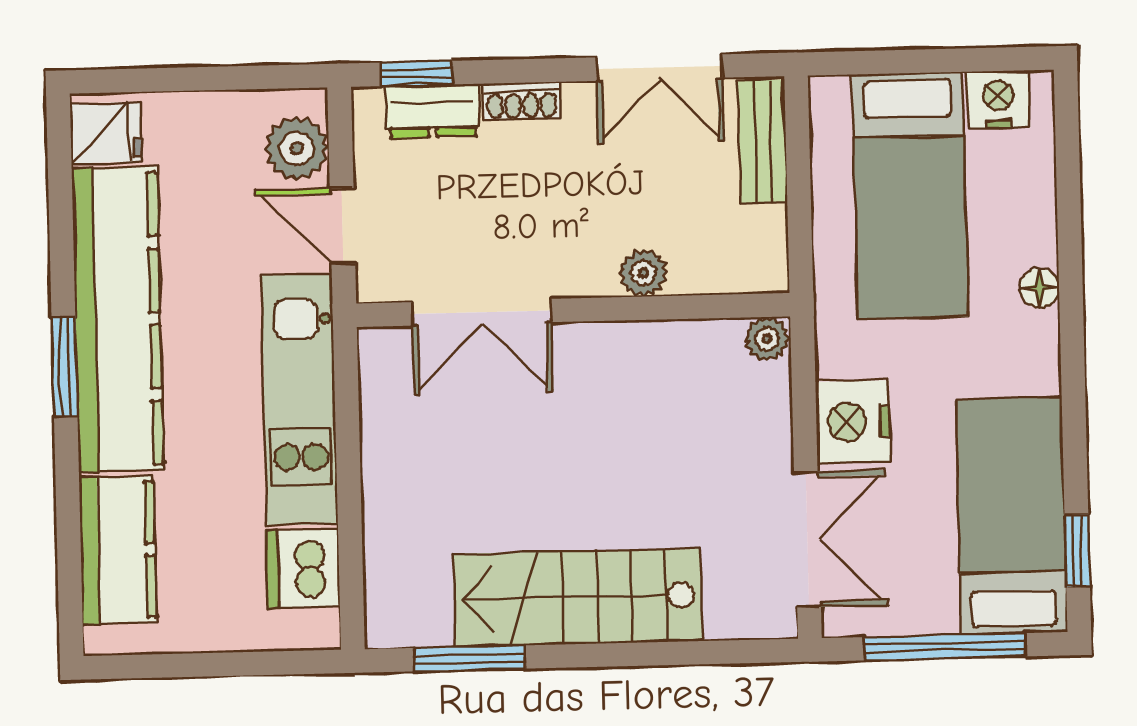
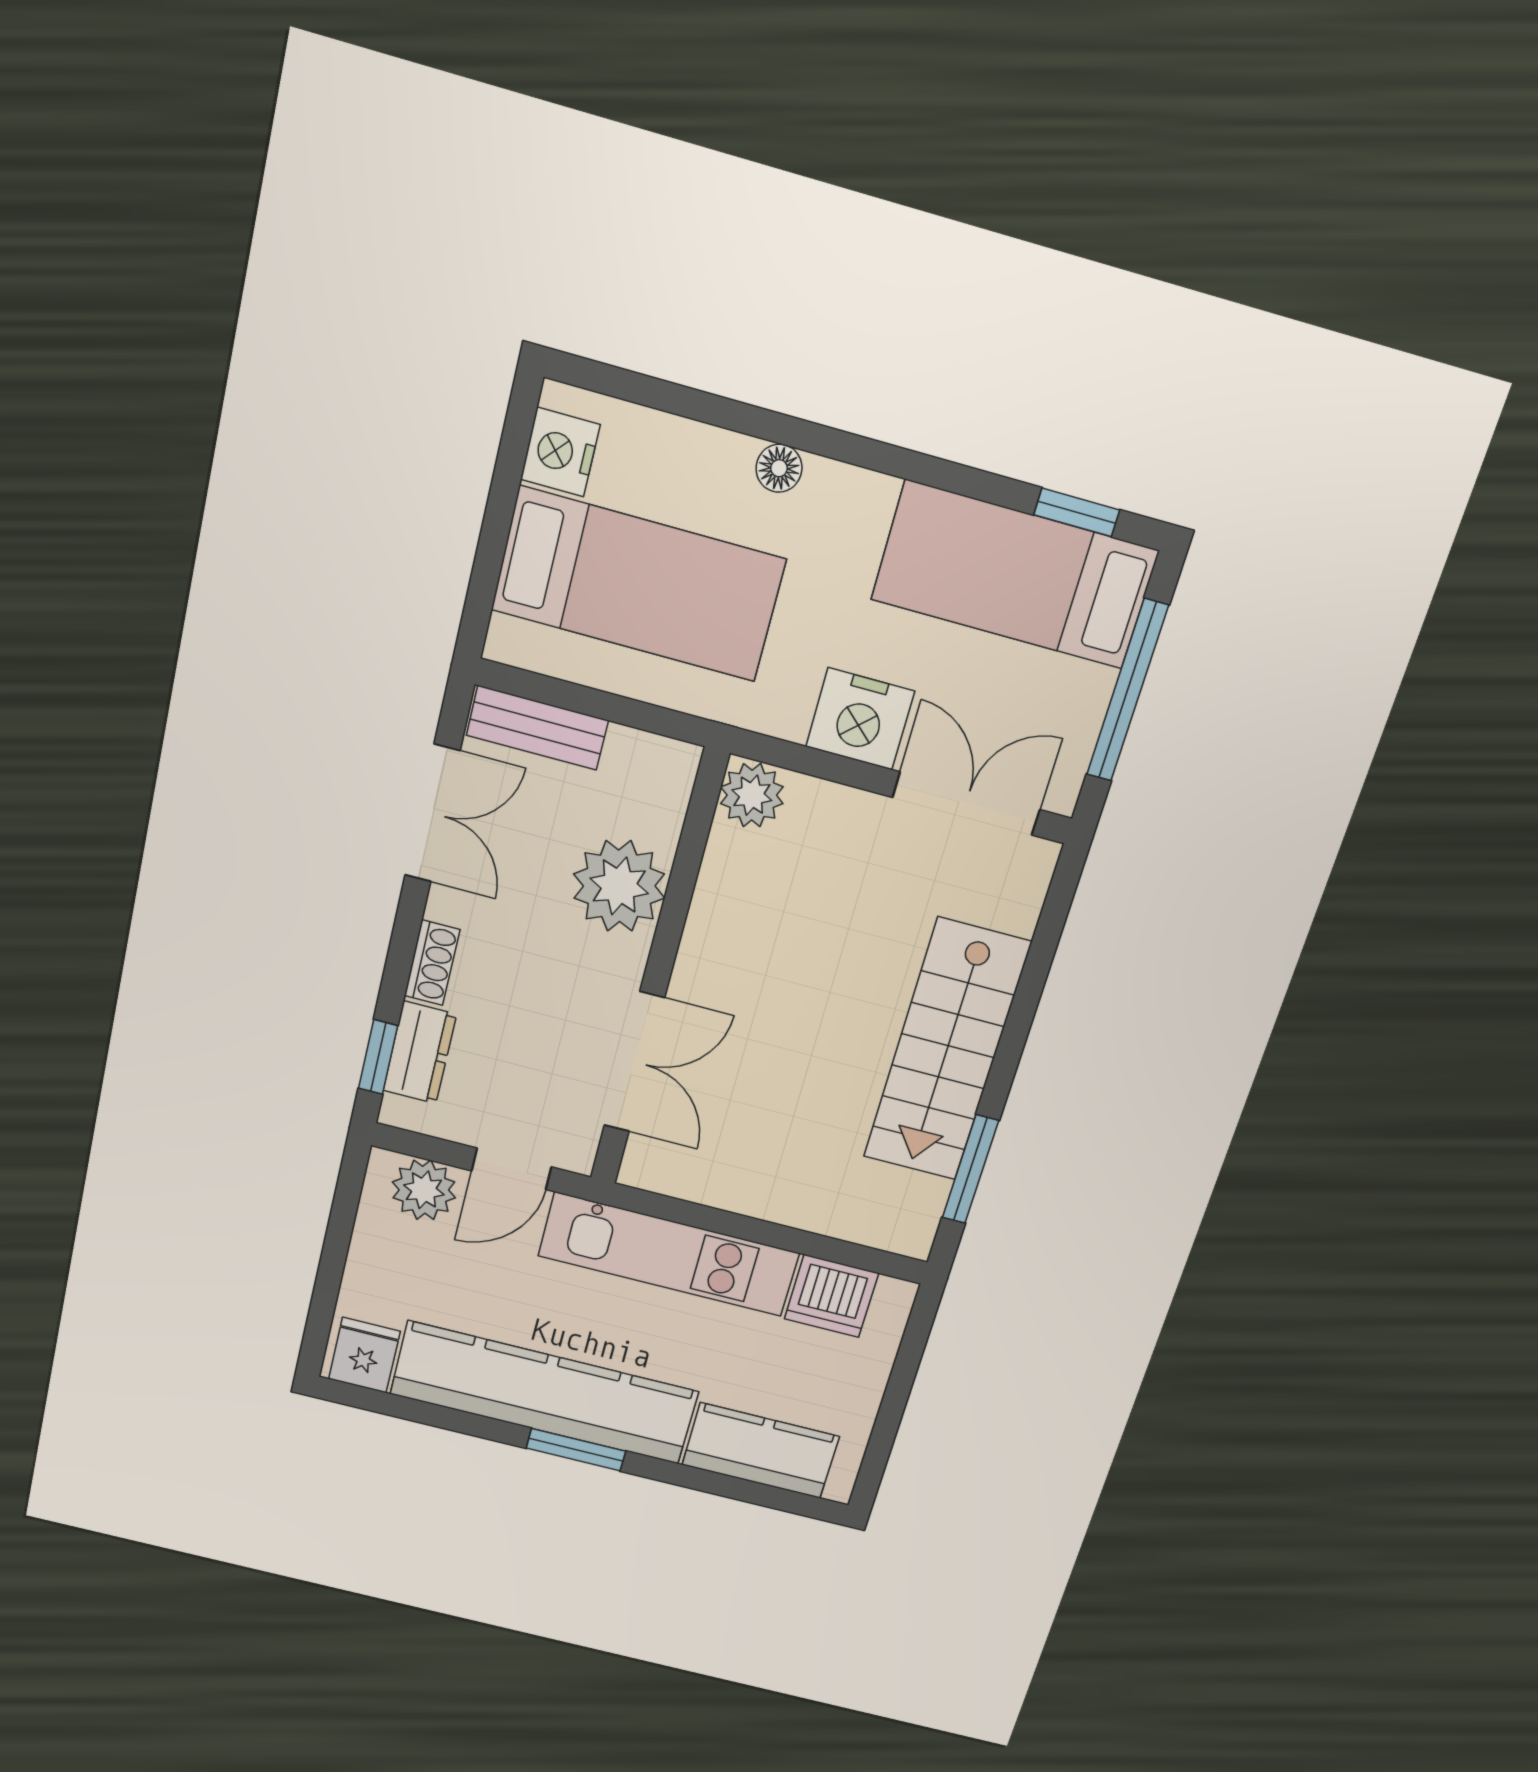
plant: (643, 273) -> (619, 886), width x1.87, depth x1.87
plant: (767, 339) -> (752, 795), width x1.38, depth x1.38

